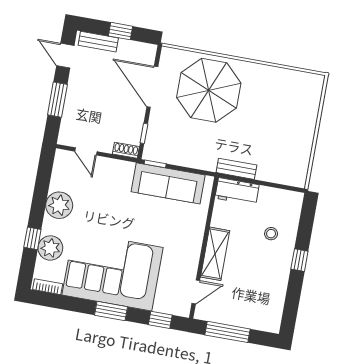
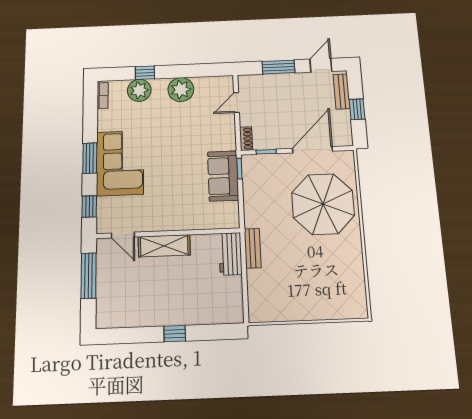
sofa: (168, 183) -> (223, 176), width x0.73
stool: (271, 234) -> (196, 298), removed
corner sofa: (112, 271) -> (120, 163), width x0.73, depth x0.74

